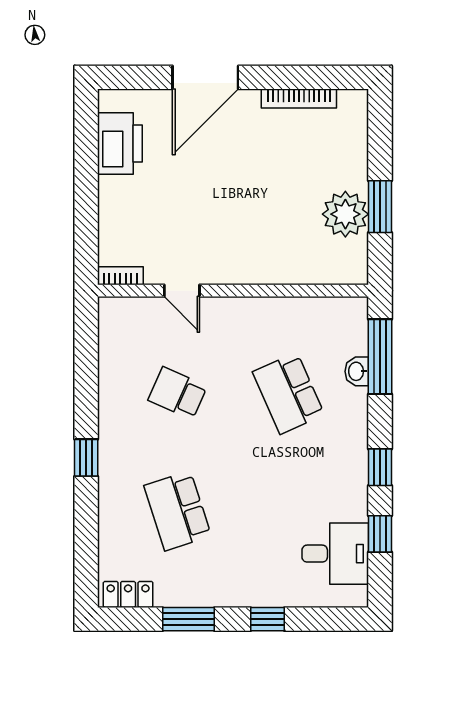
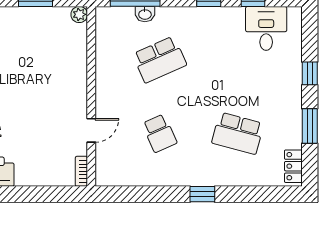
plant: (345, 214) -> (79, 14), moved, width x0.53, depth x0.53
school desk: (178, 393) -> (160, 133), turned -48
school desk: (178, 511) -> (238, 133), turned 33

